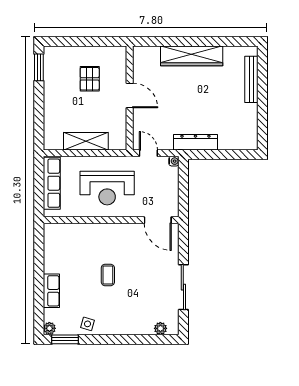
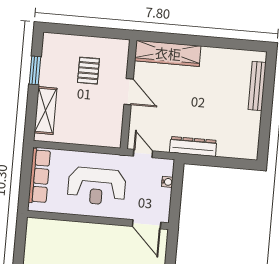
wardrobe: (192, 56) -> (168, 53), moved
window: (39, 67) -> (35, 70), moved
shelving: (86, 141) -> (46, 111), moved, turned 90
water cooler: (174, 161) -> (167, 182), moved

